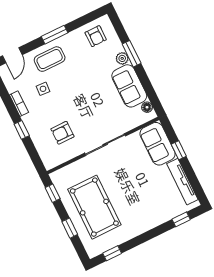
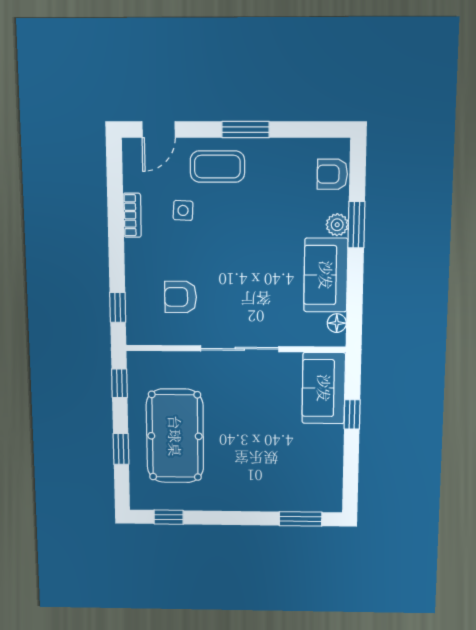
armchair: (96, 36) -> (332, 174), moved, turned 90
window: (22, 130) -> (118, 307), moved
tv unit: (182, 182) -> (332, 464), removed
window: (181, 219) -> (301, 519), width x1.50

